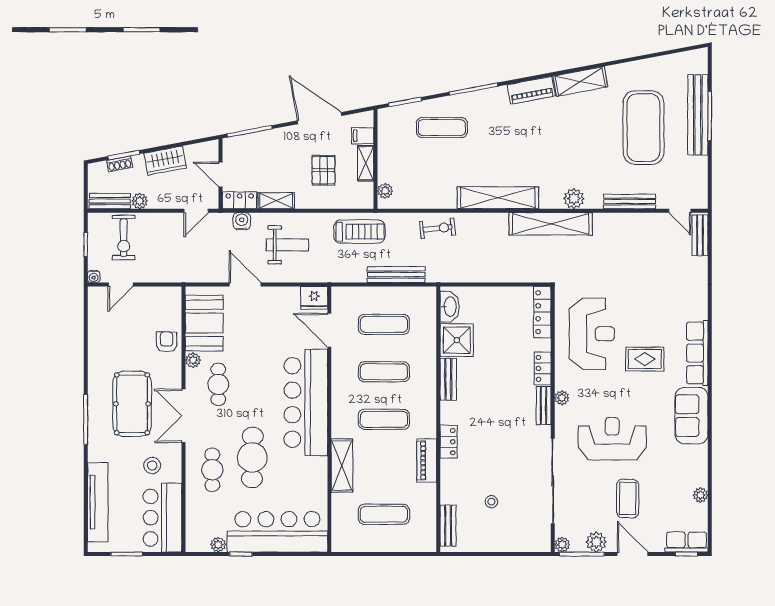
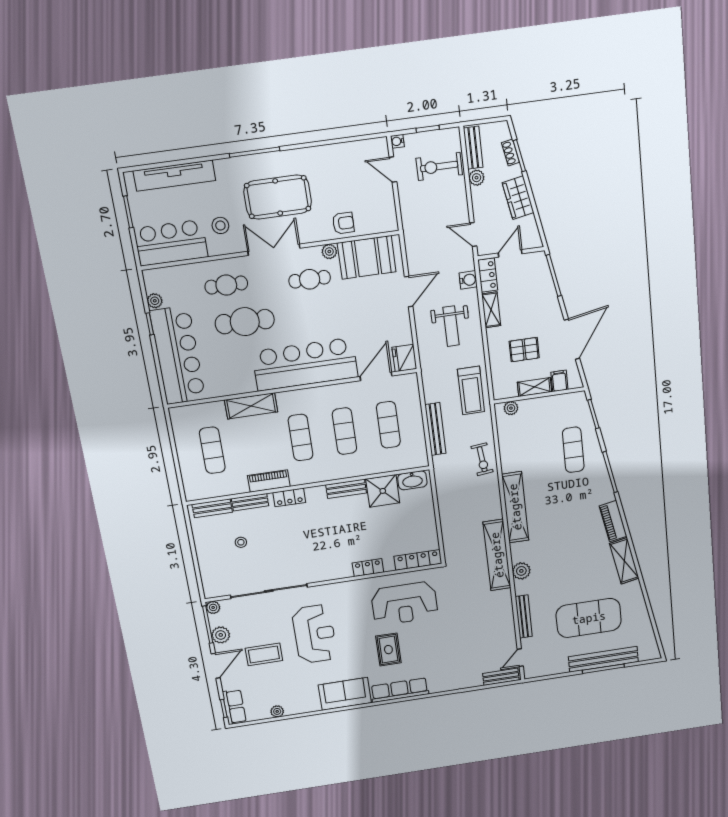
plant: (562, 398) -> (344, 587), removed
bench: (544, 406) -> (250, 502), moved

